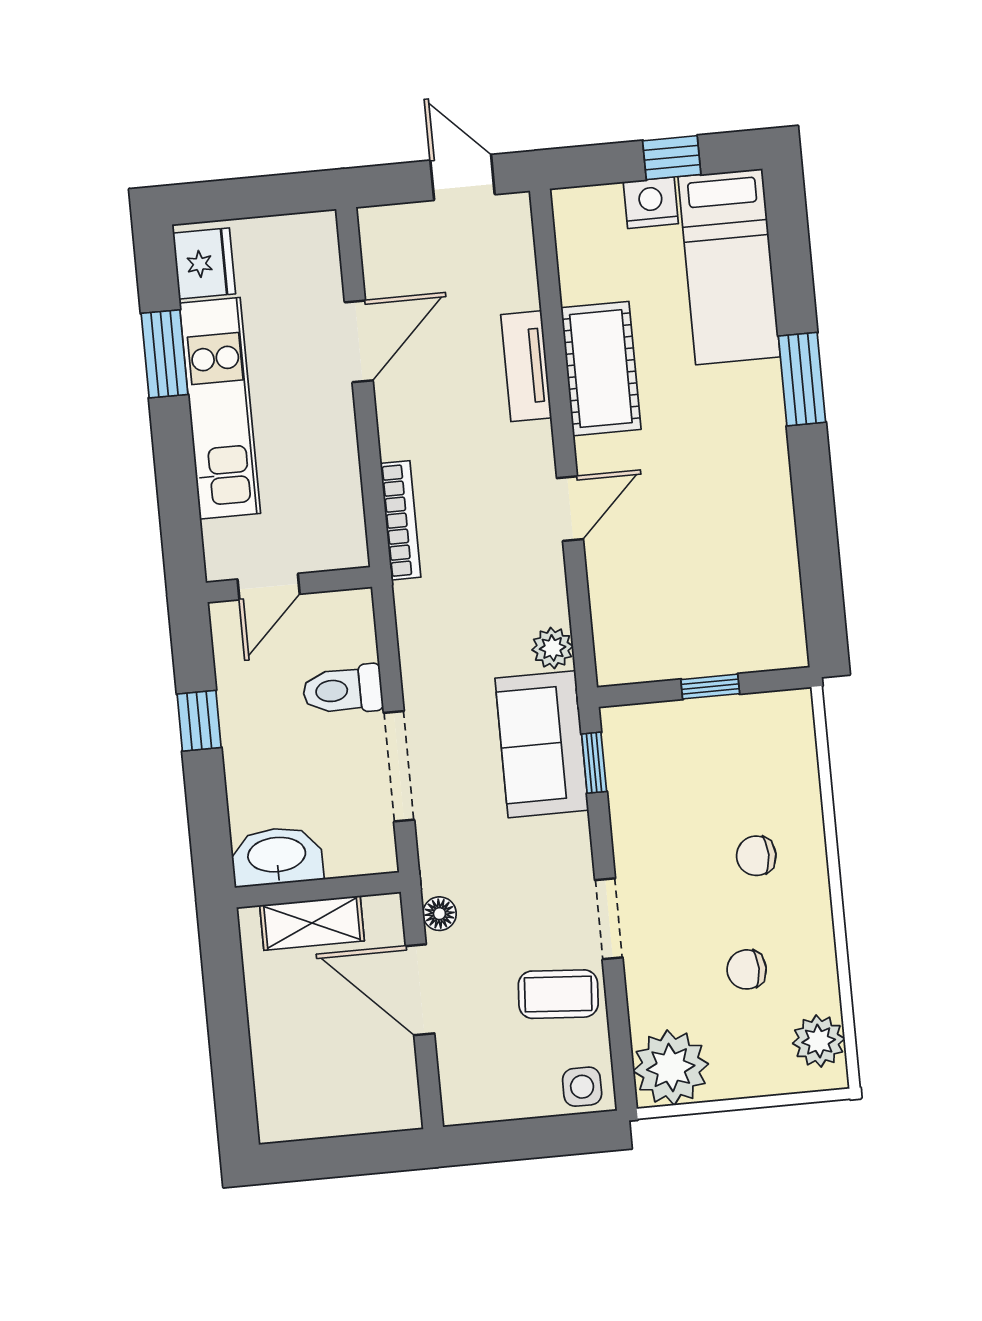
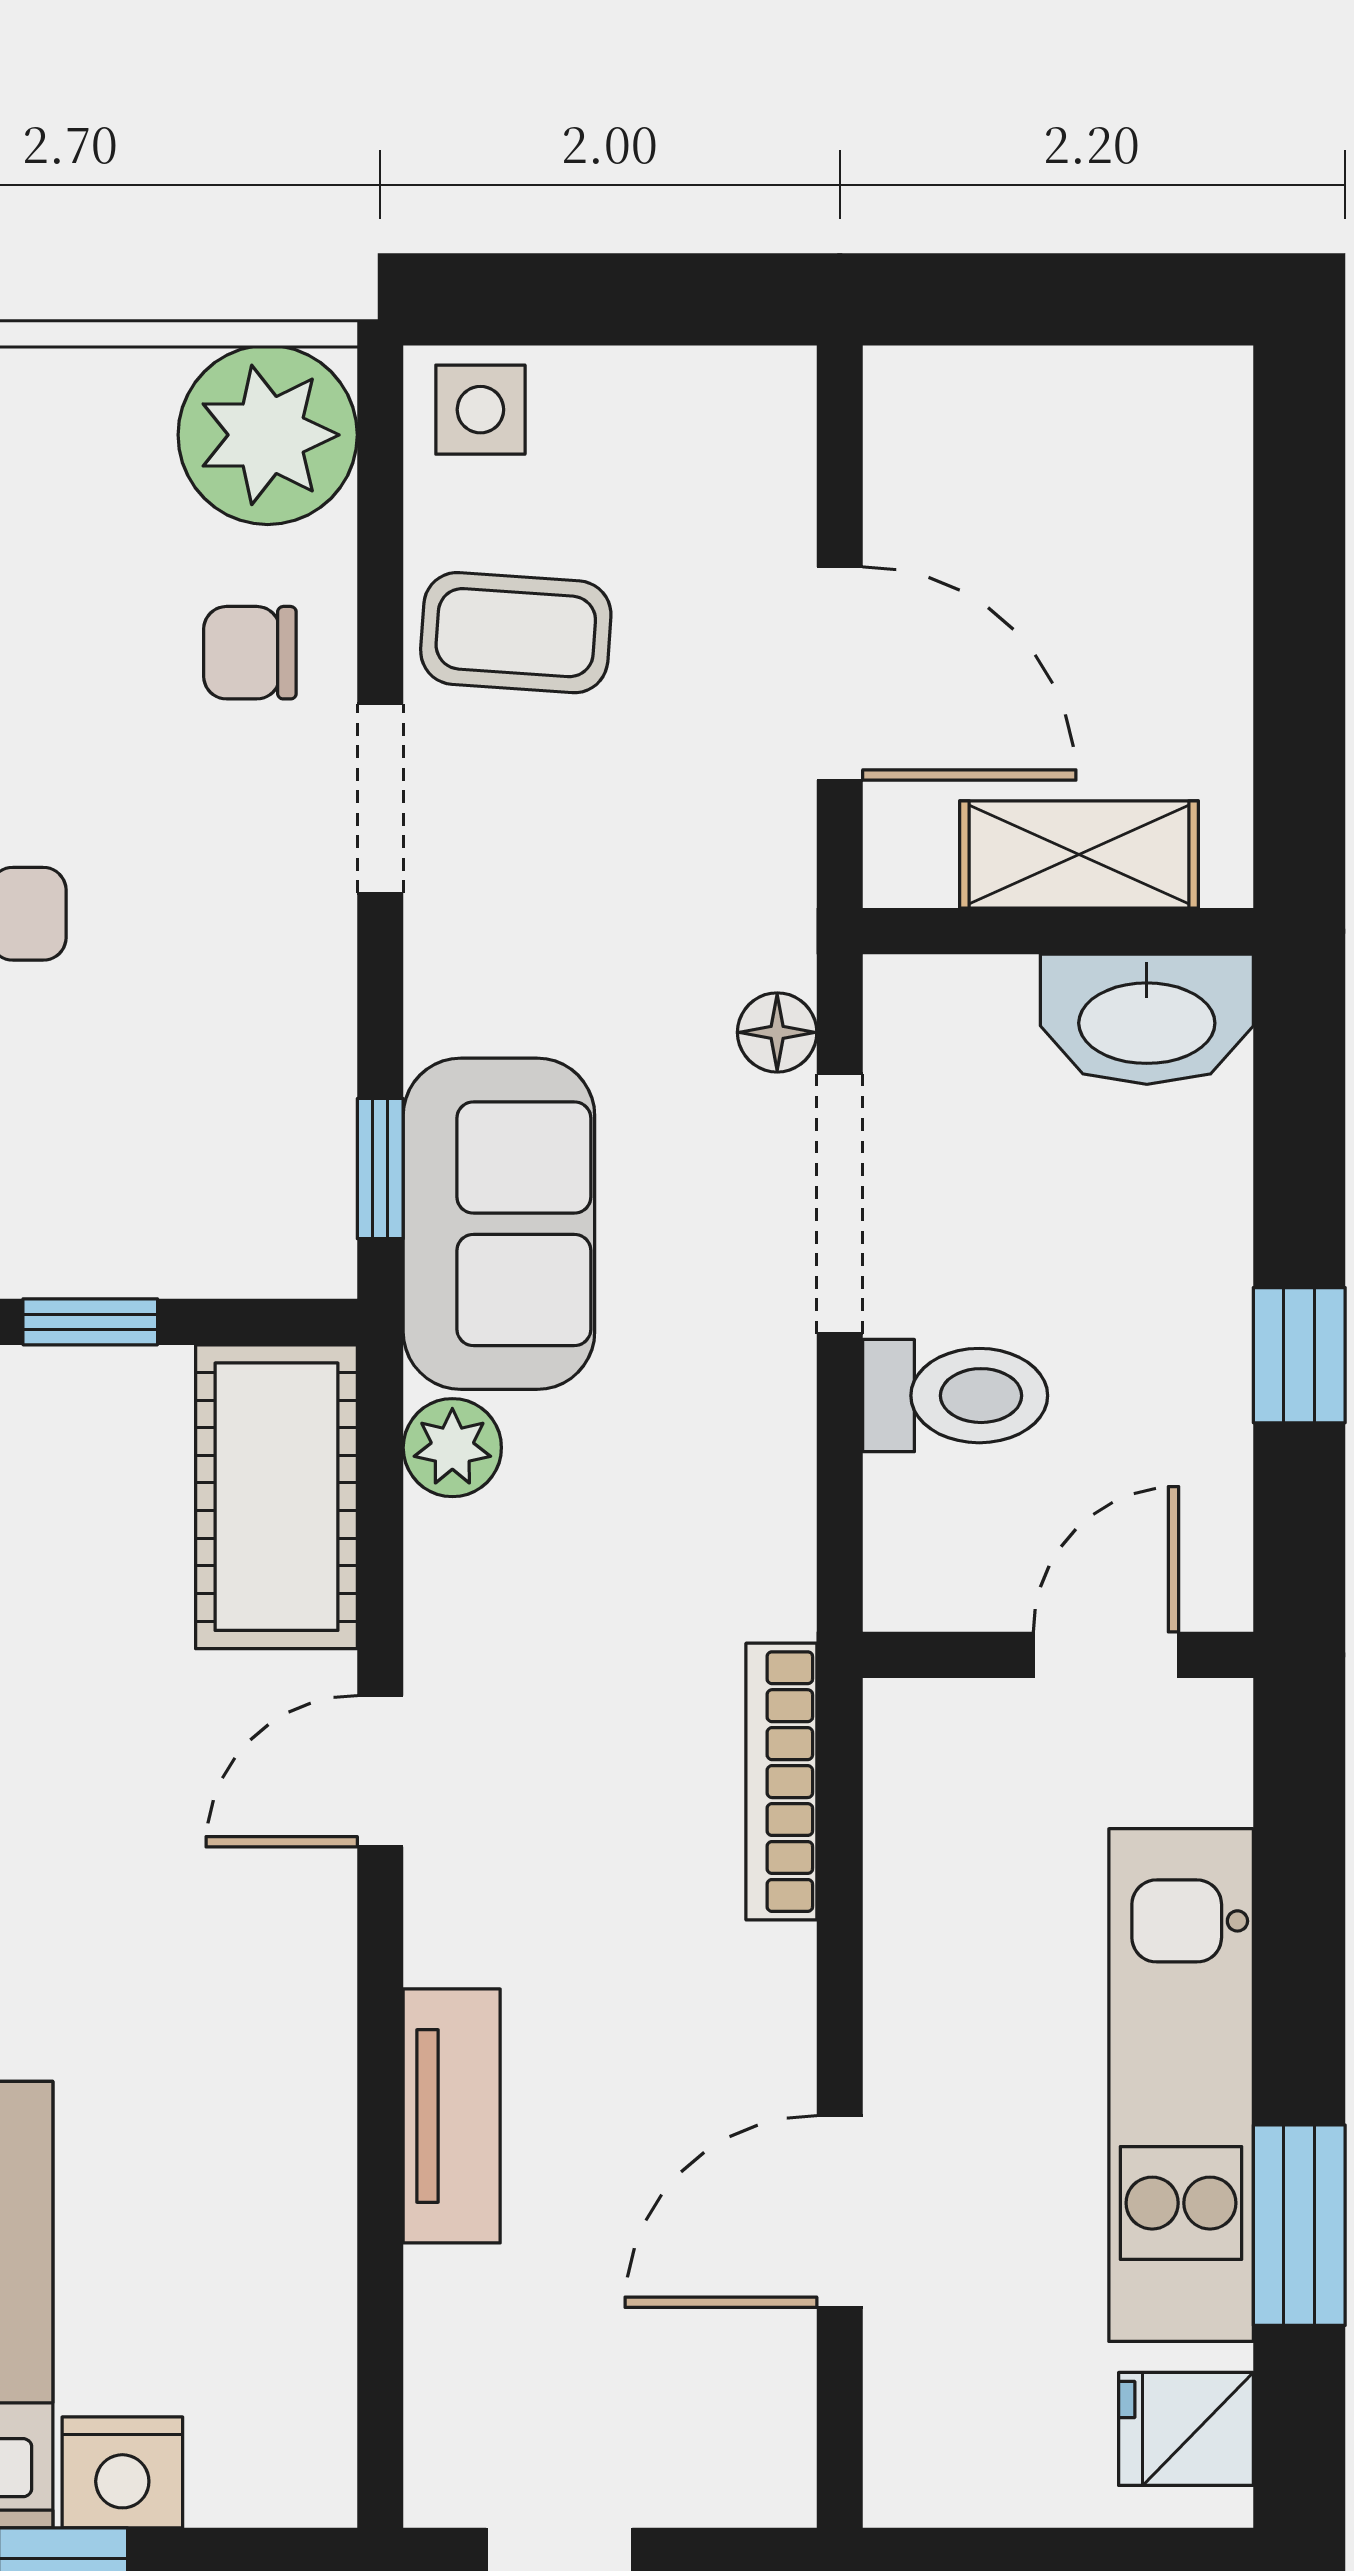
fridge: (204, 263) -> (1186, 2429), width x0.72
cot: (601, 369) -> (276, 1497), moved
floor lamp: (439, 914) -> (777, 1032), moved
chair: (747, 969) -> (250, 653), moved, turned 180

